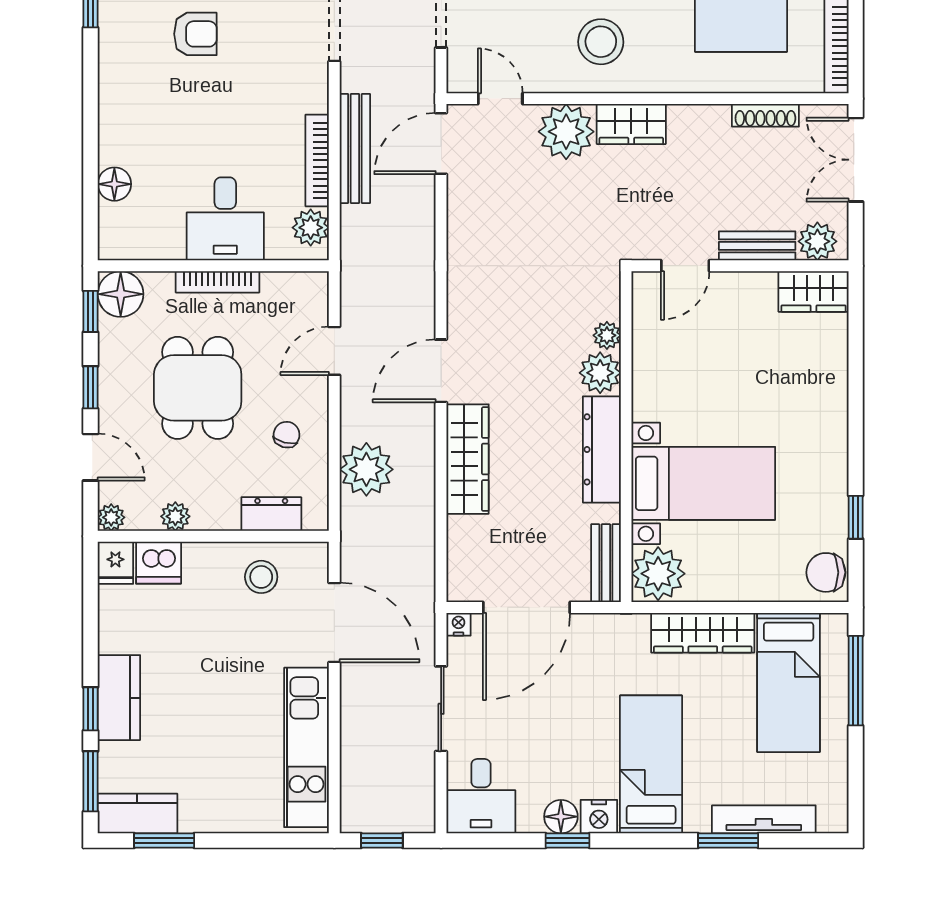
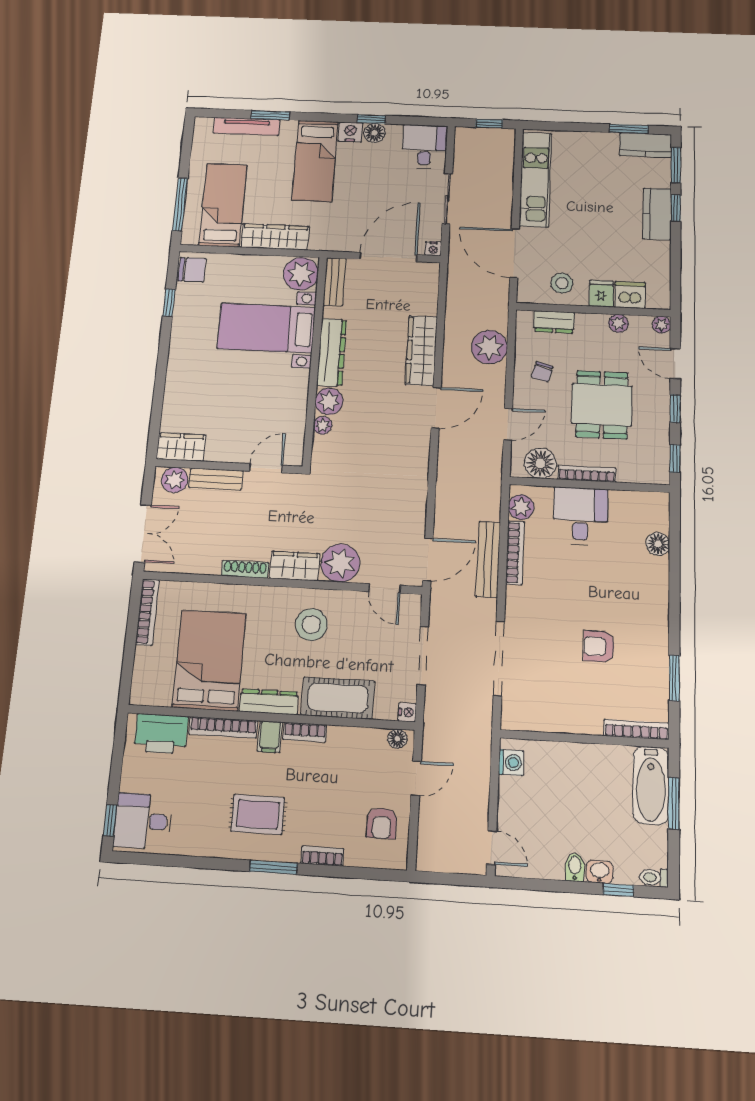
shoe rack: (765, 115) -> (245, 569), moved
floor lamp: (121, 294) -> (540, 463), moved
fridge: (115, 563) -> (601, 294), moved

